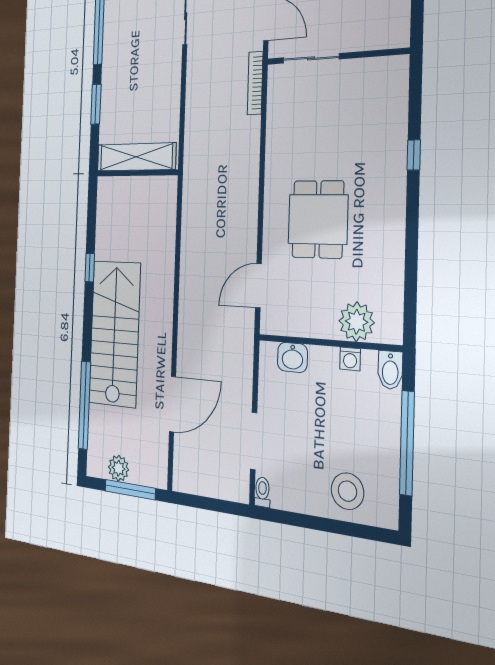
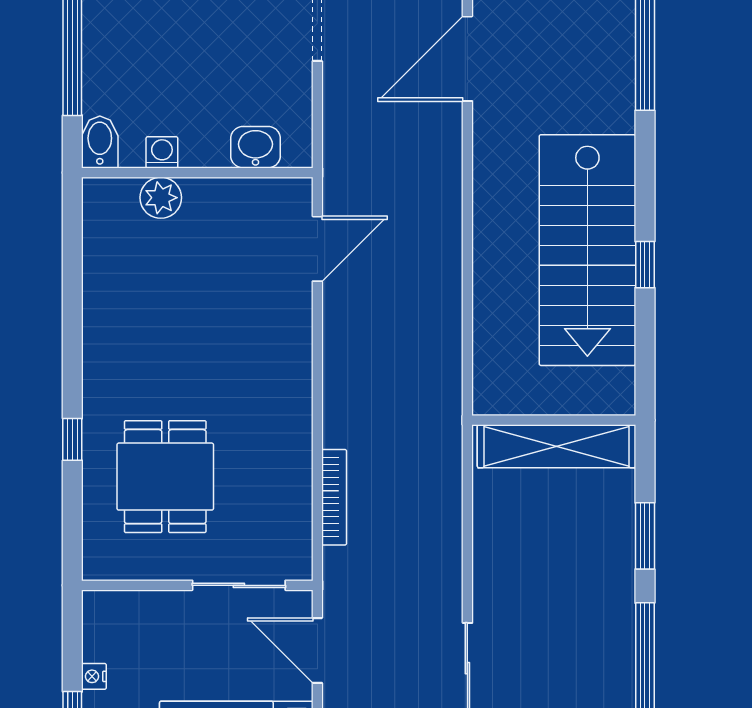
bookcase: (255, 83) -> (334, 497), moved
dining table: (318, 219) -> (165, 477), moved
plant: (357, 322) -> (161, 198), width x0.73, depth x0.73
stairs: (115, 333) -> (587, 250), moved

